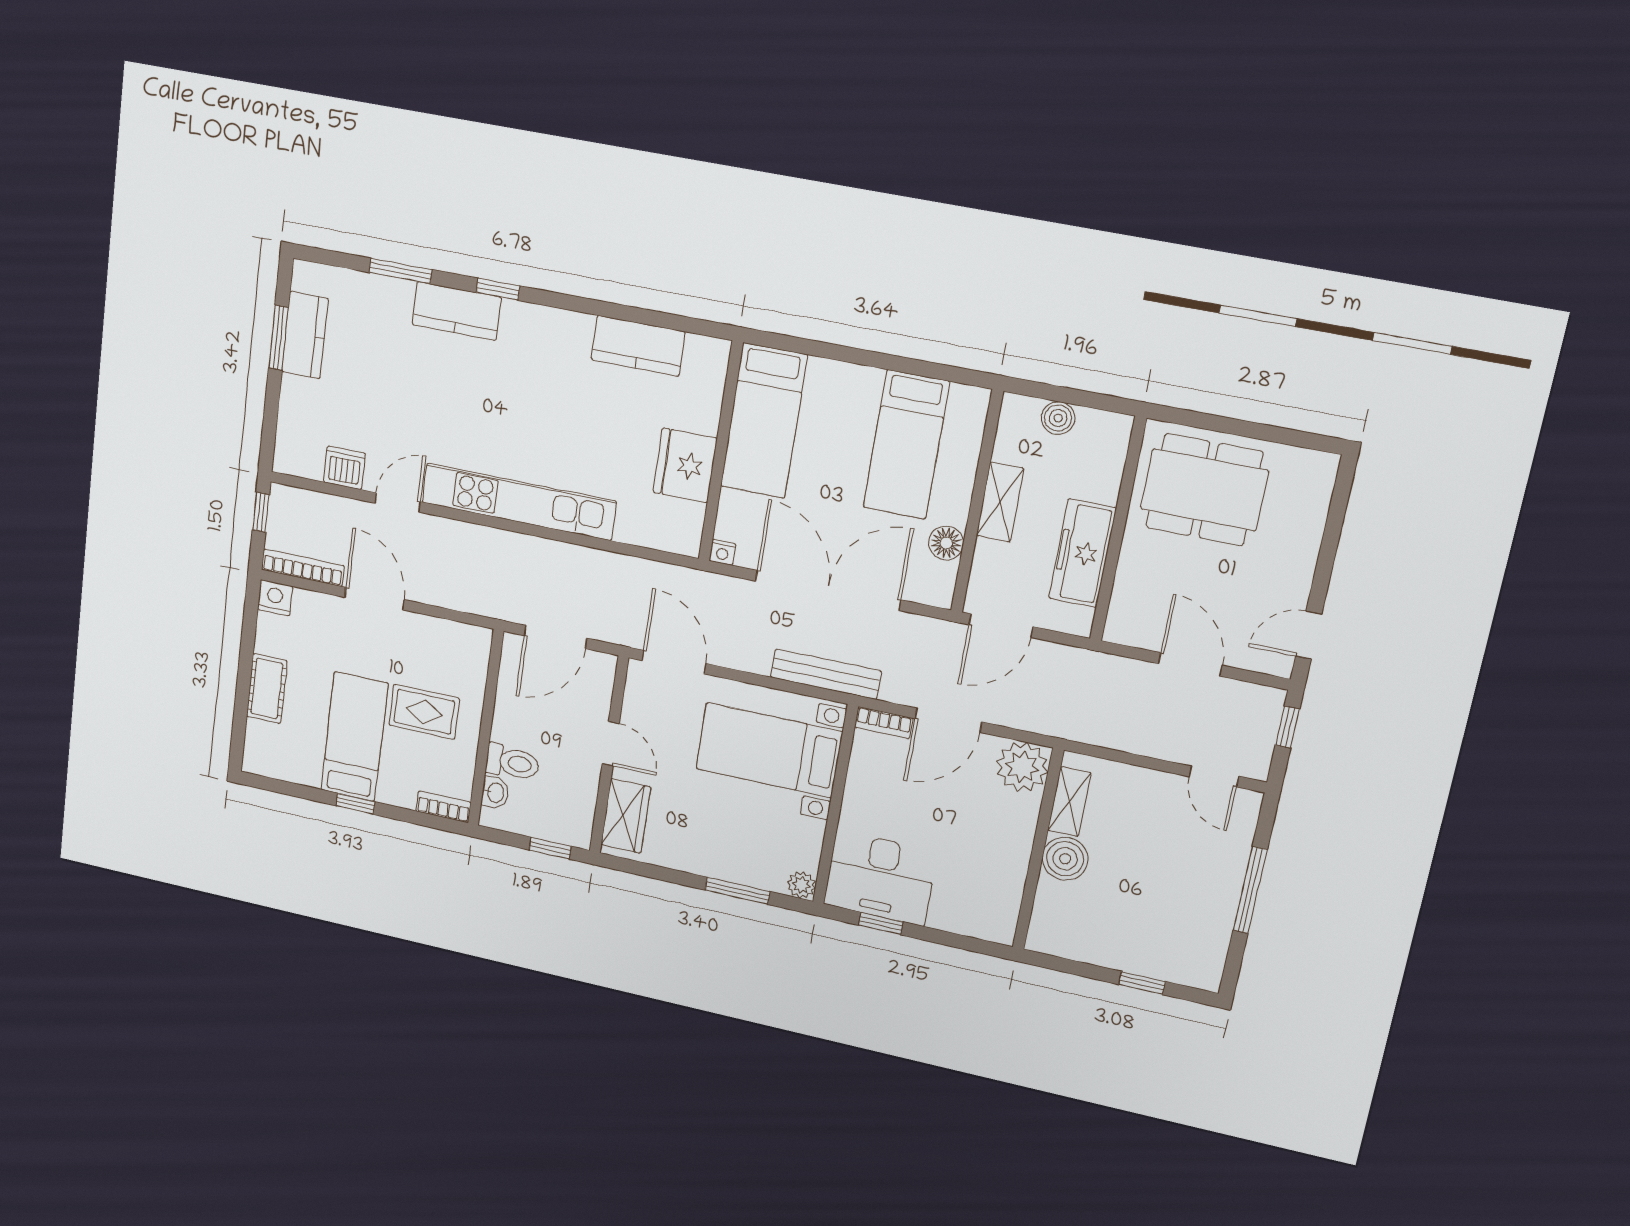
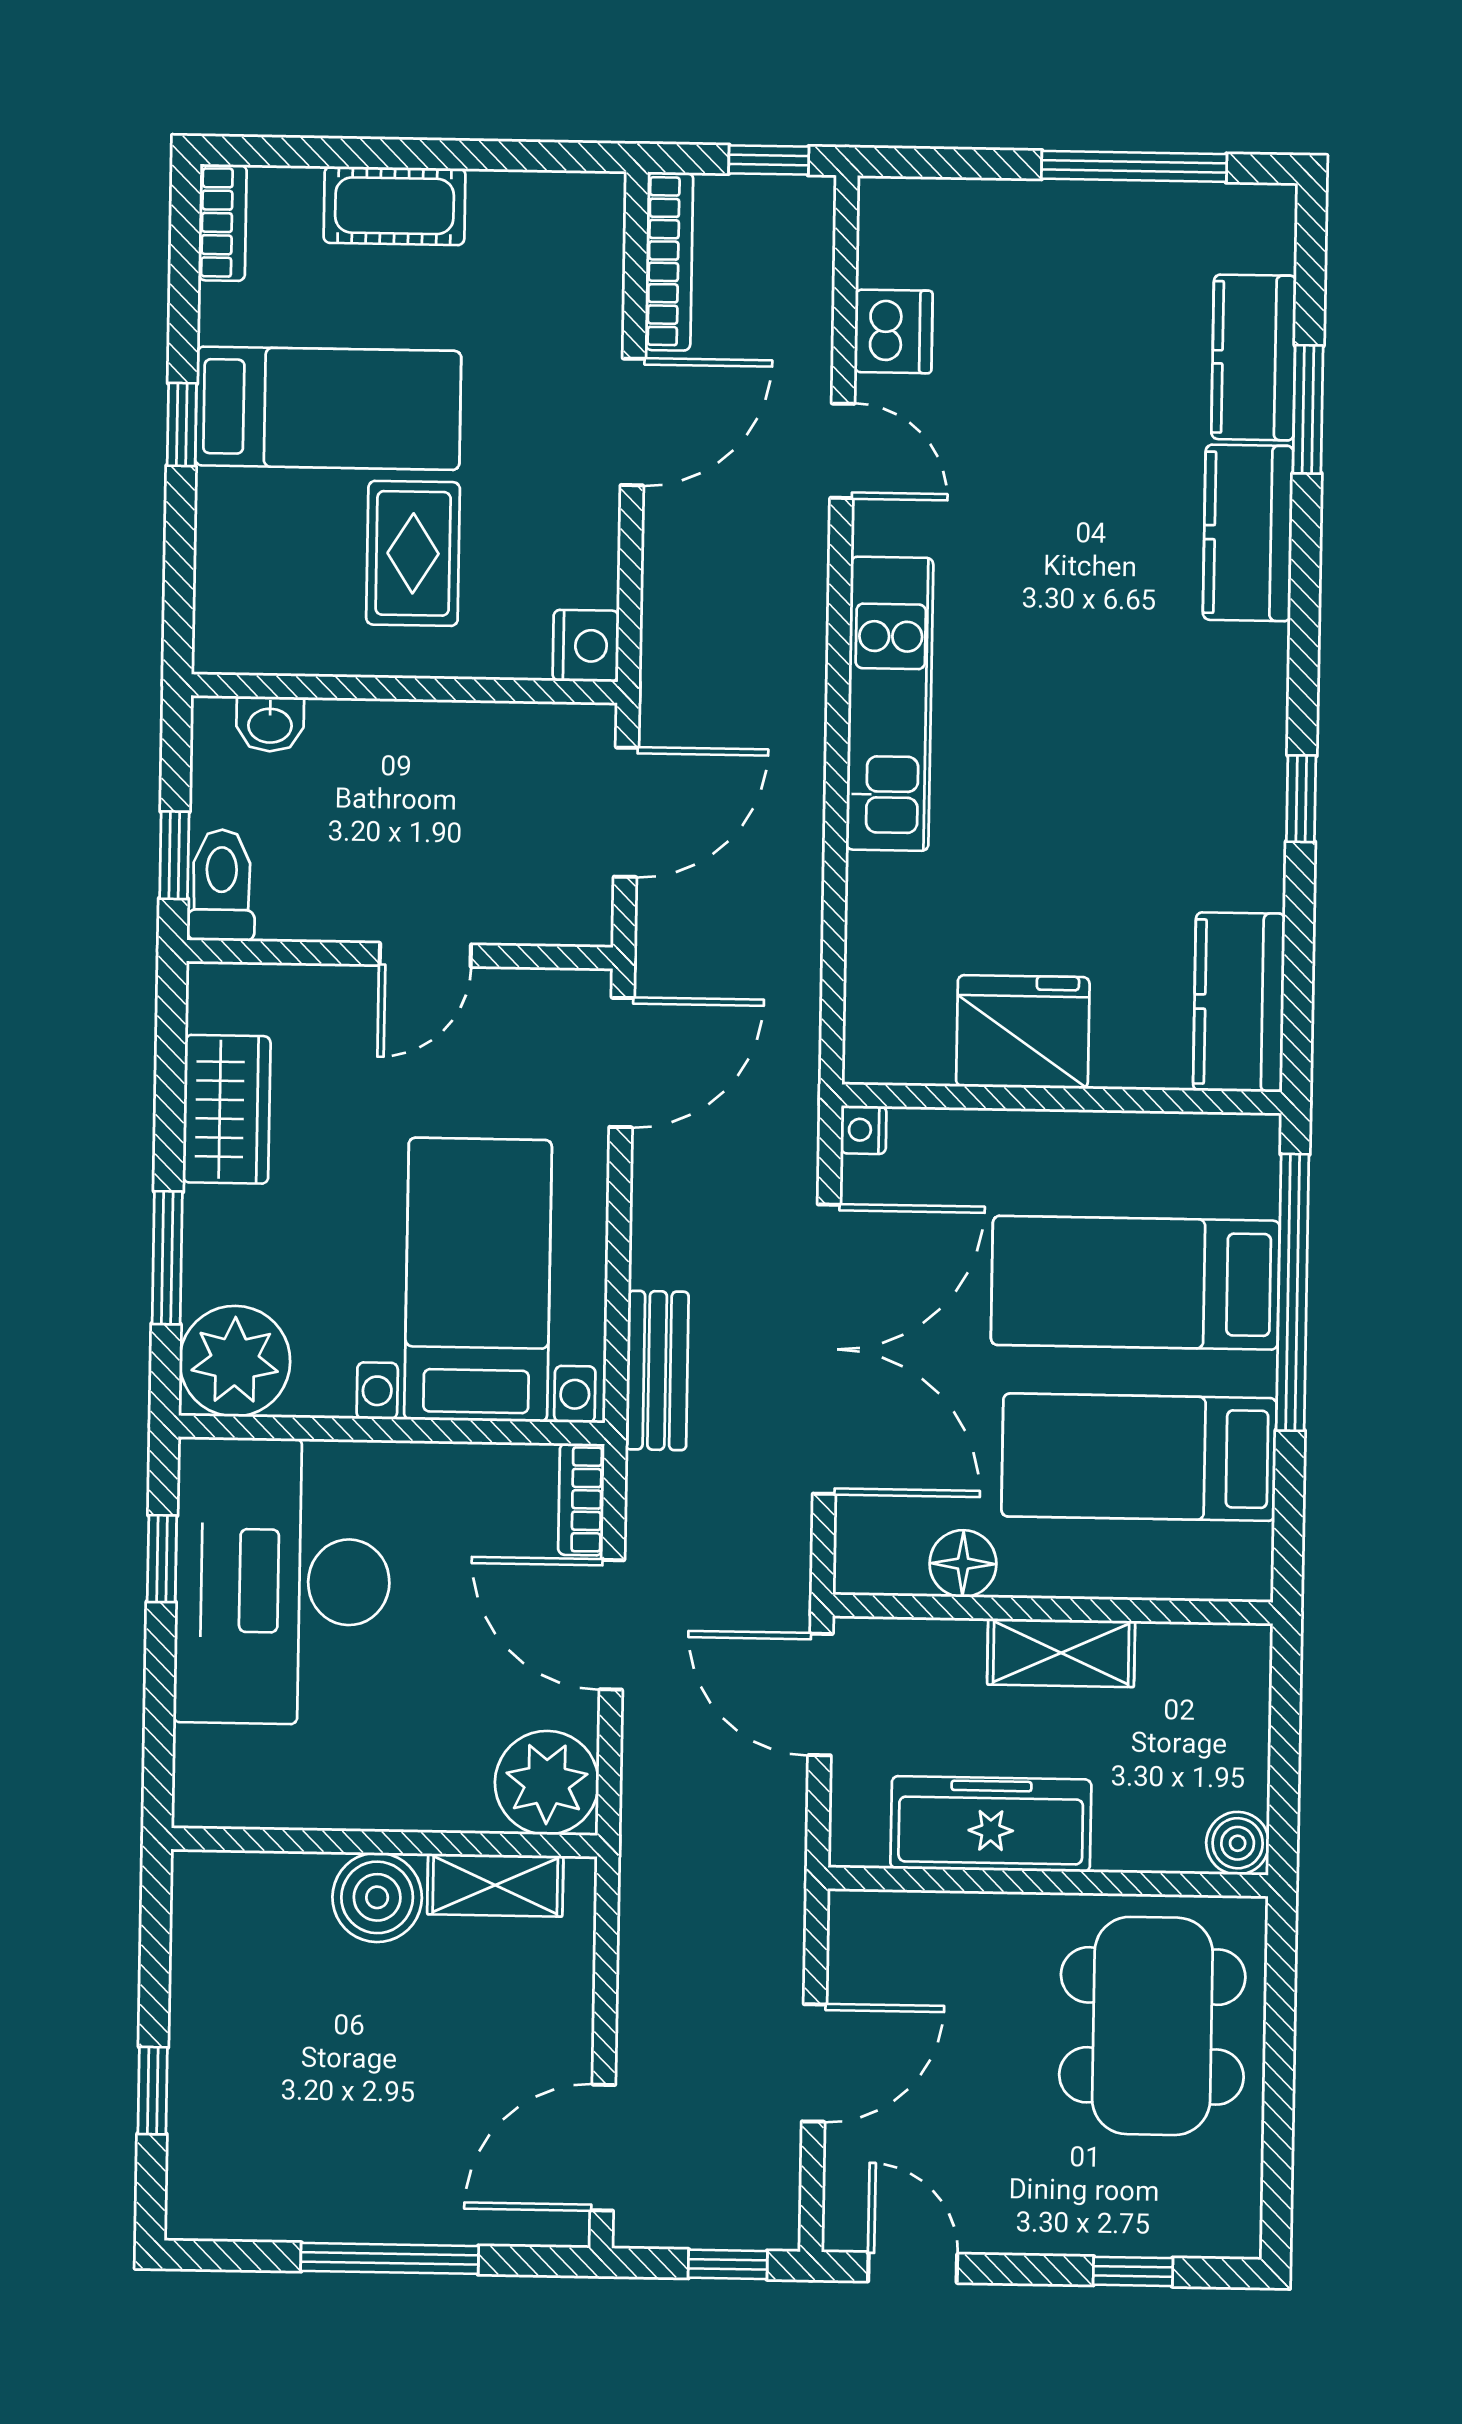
window: (498, 289) -> (1301, 799), moved
kitchen counter: (305, 335) -> (1254, 357), moved, turned 90
window: (279, 338) -> (1134, 166), width x1.44
kitchen counter: (638, 346) -> (1239, 1002), moved
window: (834, 352) -> (1293, 1292), added
boiler: (1058, 418) -> (1238, 1843), moved
bed: (764, 421) -> (1135, 1283), moved
kitchen unit: (519, 502) -> (890, 704), width x0.73
window: (1334, 523) -> (1133, 2271), added
nightstand: (275, 598) -> (586, 646), moved
door: (555, 637) -> (626, 812), swing flipped
bench: (826, 674) -> (657, 1371), width x0.73
toilet: (512, 763) -> (221, 885), moved, turned 180
door: (1214, 776) -> (603, 2148), width x1.38
bookcase: (443, 807) -> (223, 223), moved
wardrobe: (626, 816) -> (227, 1109), moved, turned -90
desk: (880, 878) -> (282, 1581), width x1.36, depth x1.30
plant: (801, 885) -> (235, 1361), width x1.88, depth x1.88

